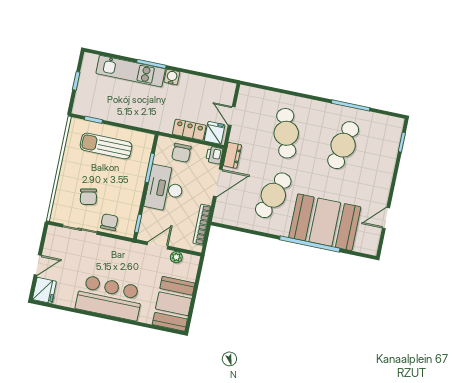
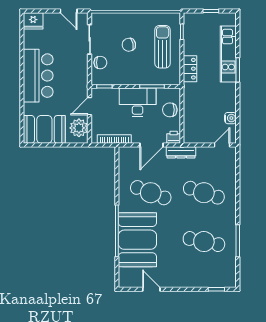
water cooler: (172, 77) -> (230, 118), moved
door: (232, 116) -> (222, 145), moved
locker: (189, 130) -> (190, 69), moved
fridge: (215, 133) -> (192, 134), removed
cafe table: (286, 133) -> (204, 193), turned 33
dresser: (232, 155) -> (181, 152), width x1.44
door: (218, 183) -> (151, 145), hinge flipped
chair: (88, 197) -> (129, 45), moved
door: (157, 245) -> (90, 106), swing flipped
plant: (176, 257) -> (79, 128), width x1.88, depth x1.88
door: (38, 265) -> (69, 11), moved

